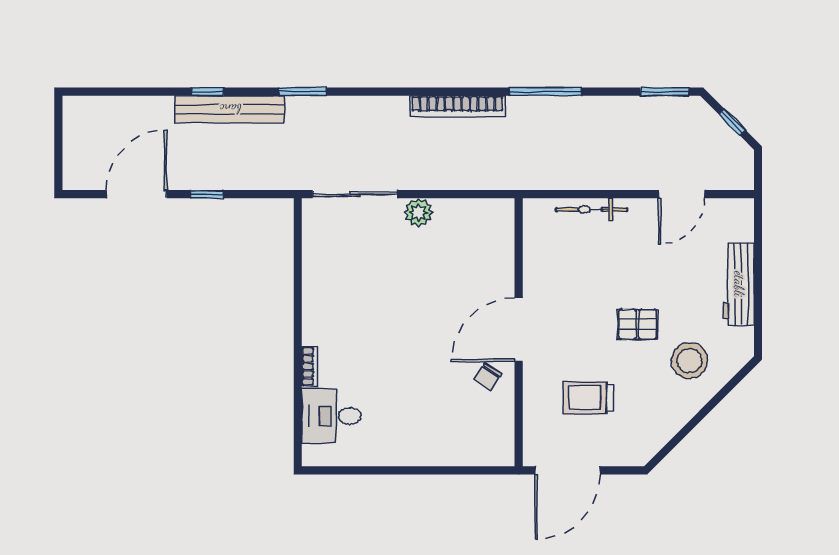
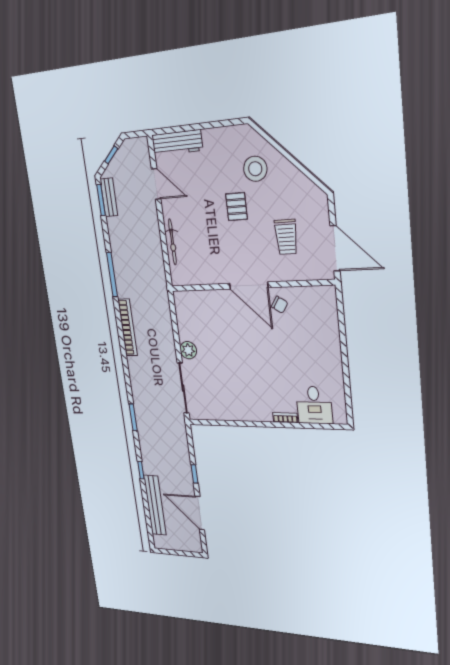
bench: (668, 107) -> (109, 197), added
bench: (230, 109) -> (155, 505), moved
workbench: (739, 284) -> (177, 143), moved

